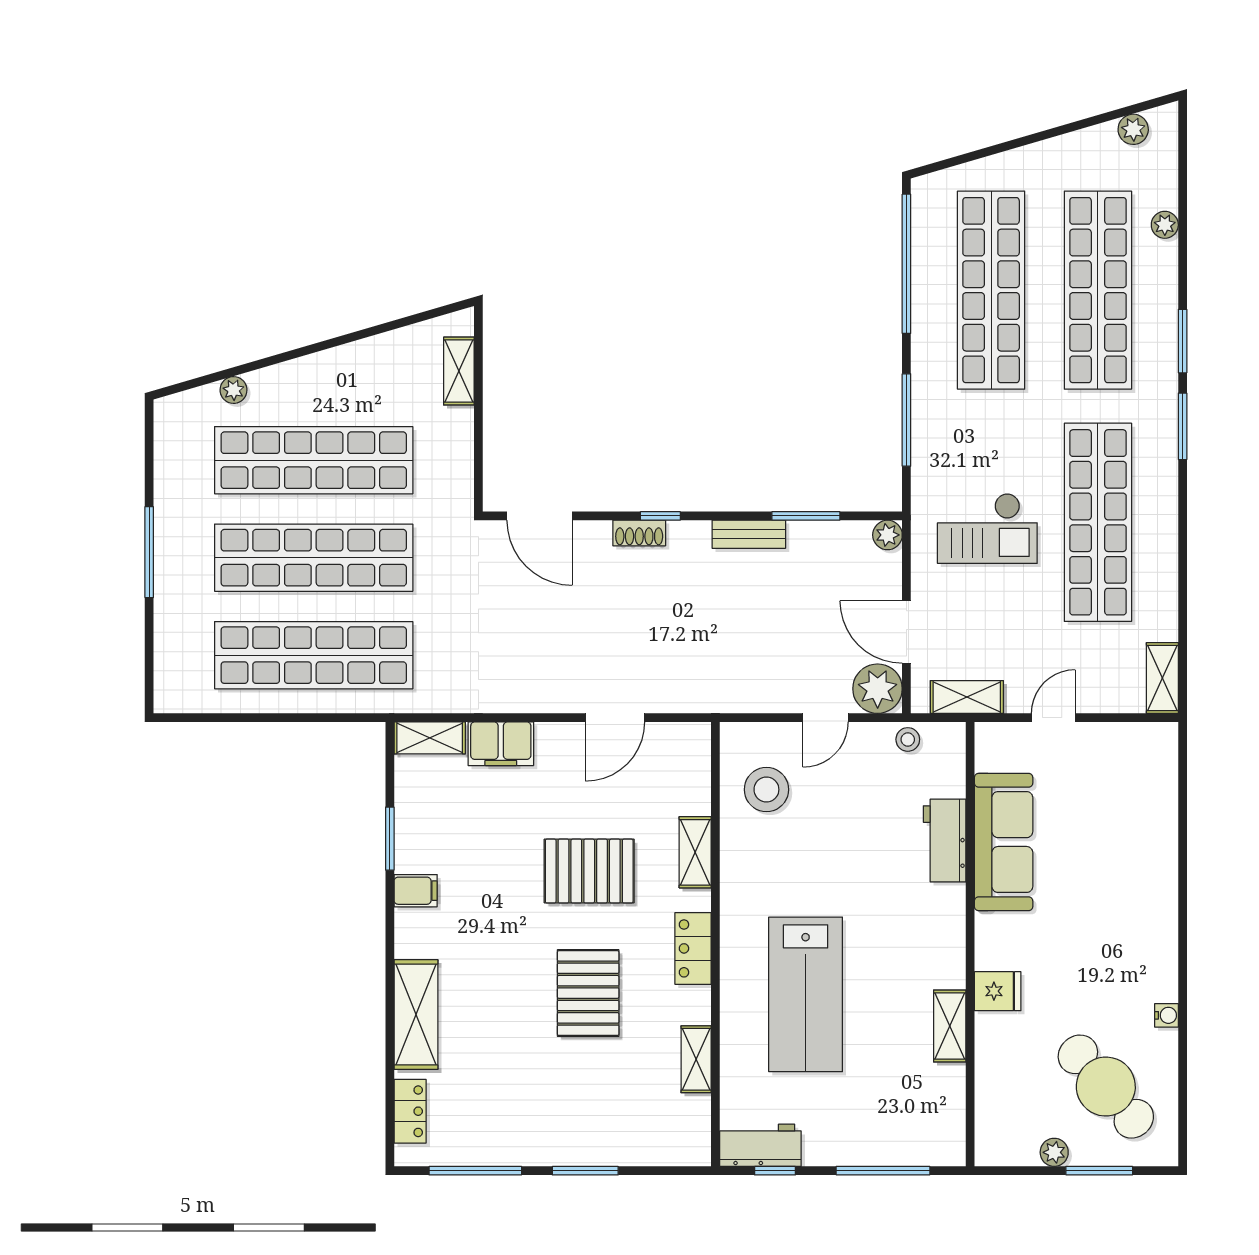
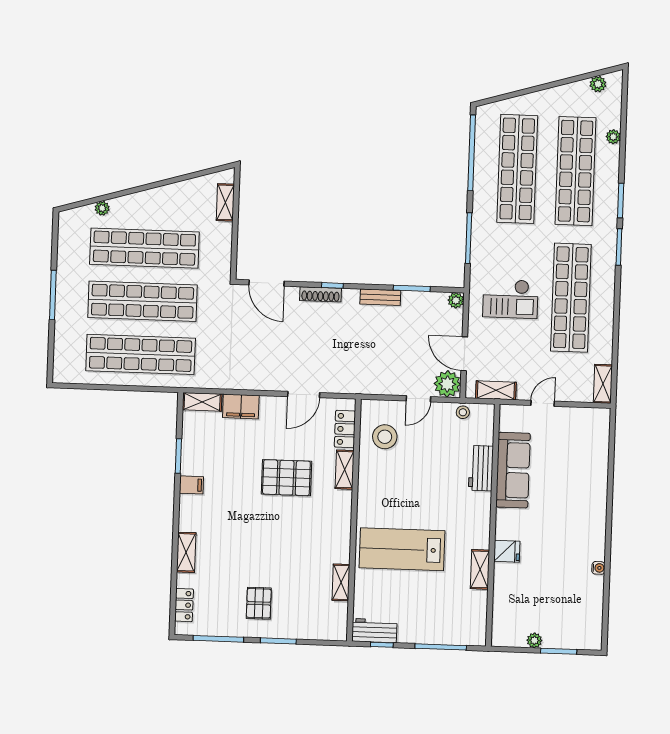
shoe rack: (639, 533) -> (321, 294), width x1.43
locker: (693, 948) -> (345, 429), moved
pallet: (588, 993) -> (259, 603), moved, width x0.67, depth x0.71
lab bench: (806, 994) -> (402, 549), turned 90
shelving: (416, 1014) -> (186, 552), width x0.67, depth x0.75
cafe table: (1106, 1087) -> (564, 606), removed

